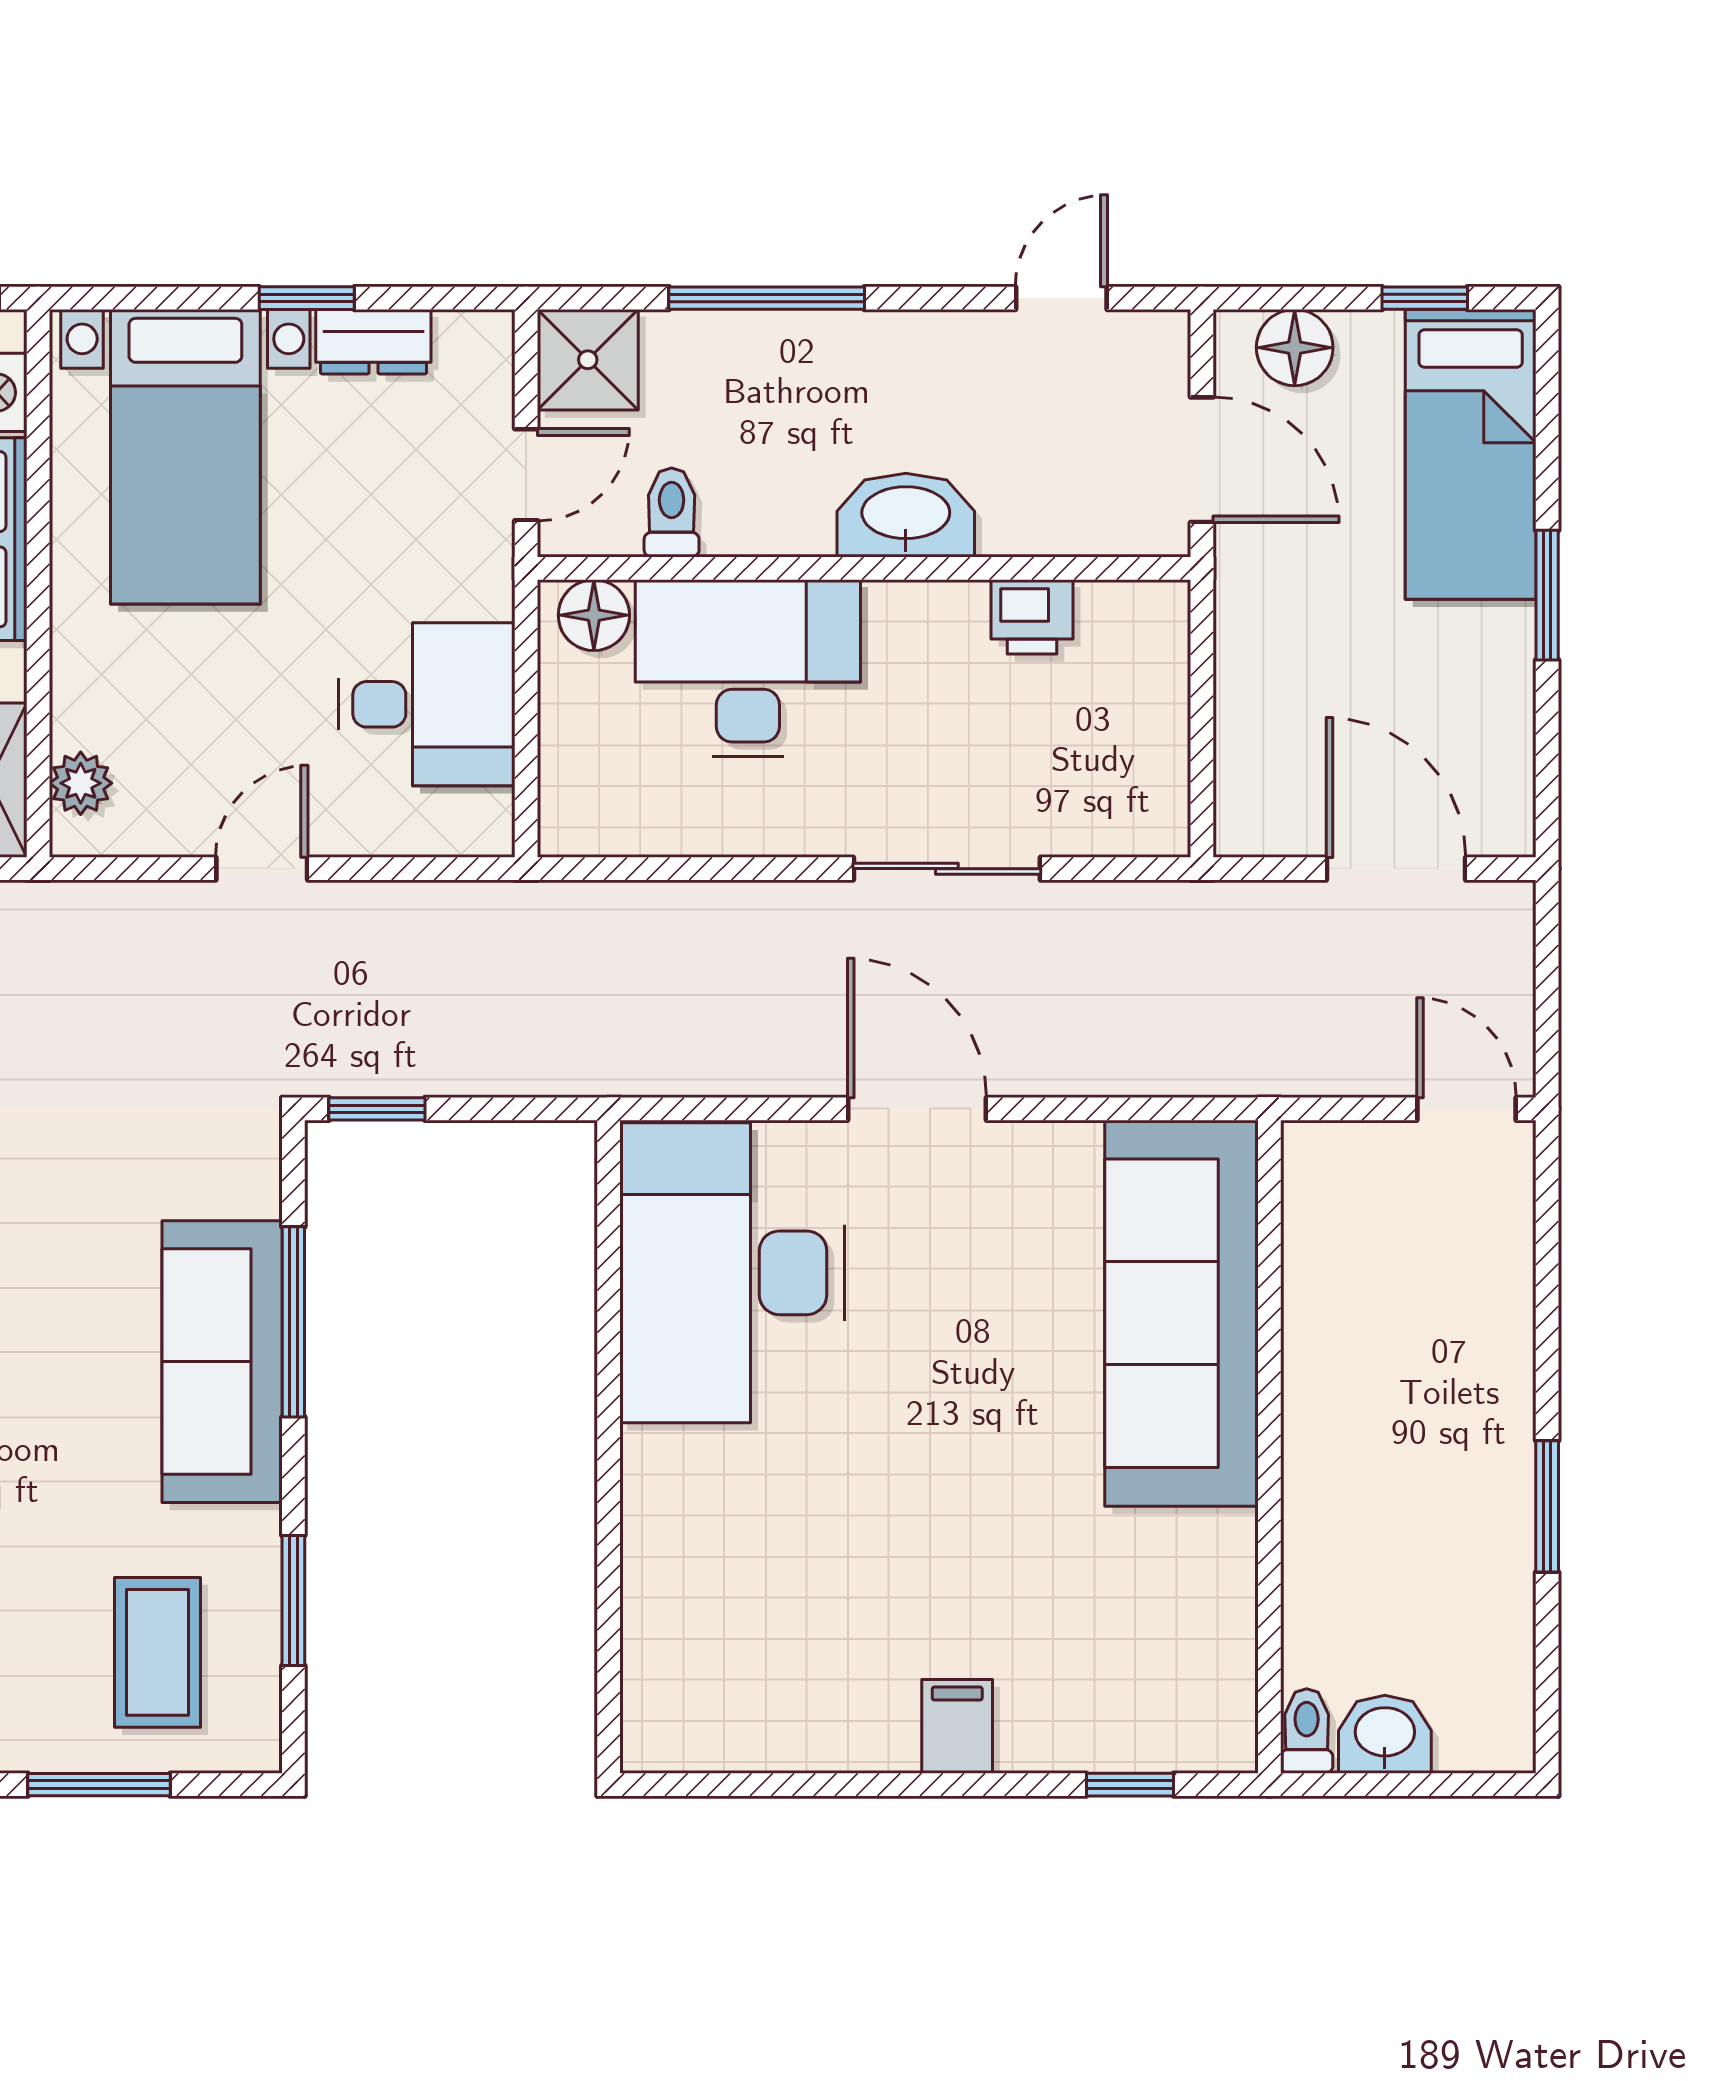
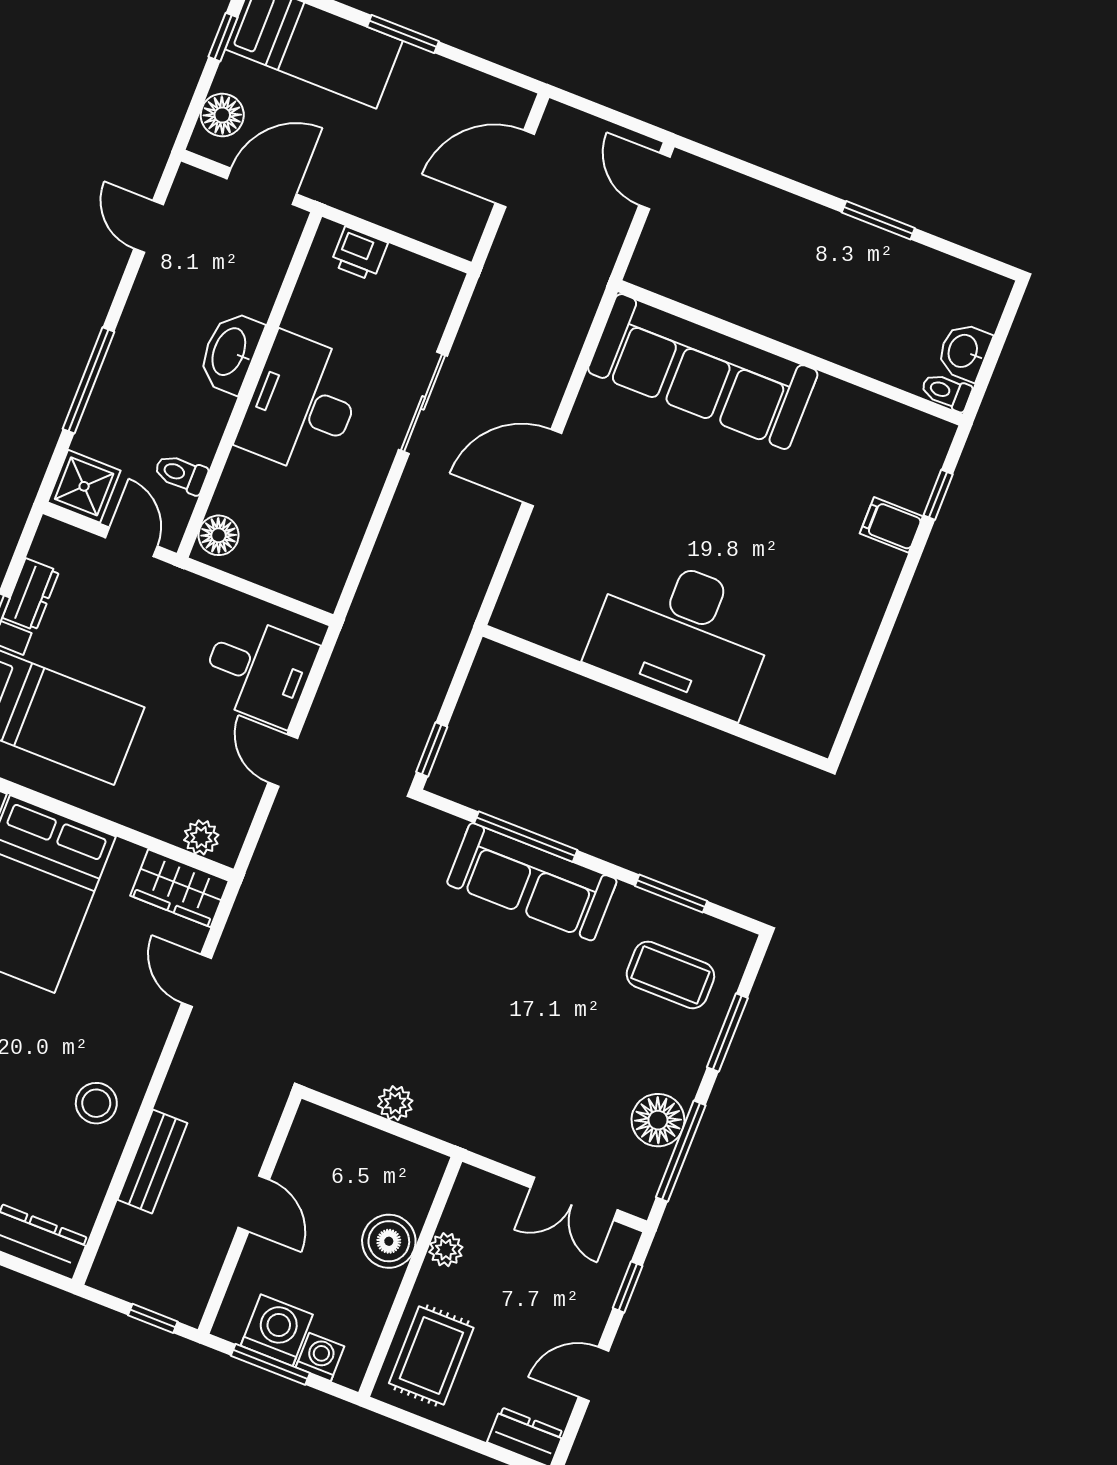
printer: (1032, 617) -> (359, 254), moved, turned 90
desk: (748, 668) -> (302, 404), moved
desk: (427, 704) -> (258, 670), moved, turned 90
door: (1467, 1109) -> (654, 181), hinge flipped
desk: (732, 1273) -> (683, 634), moved
filing cabinet: (957, 1726) -> (891, 525), moved

